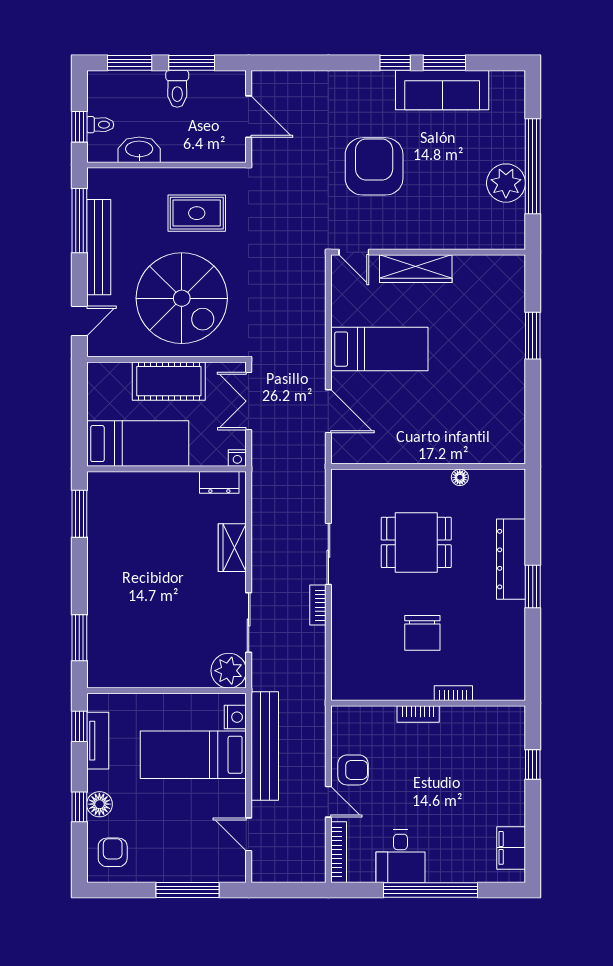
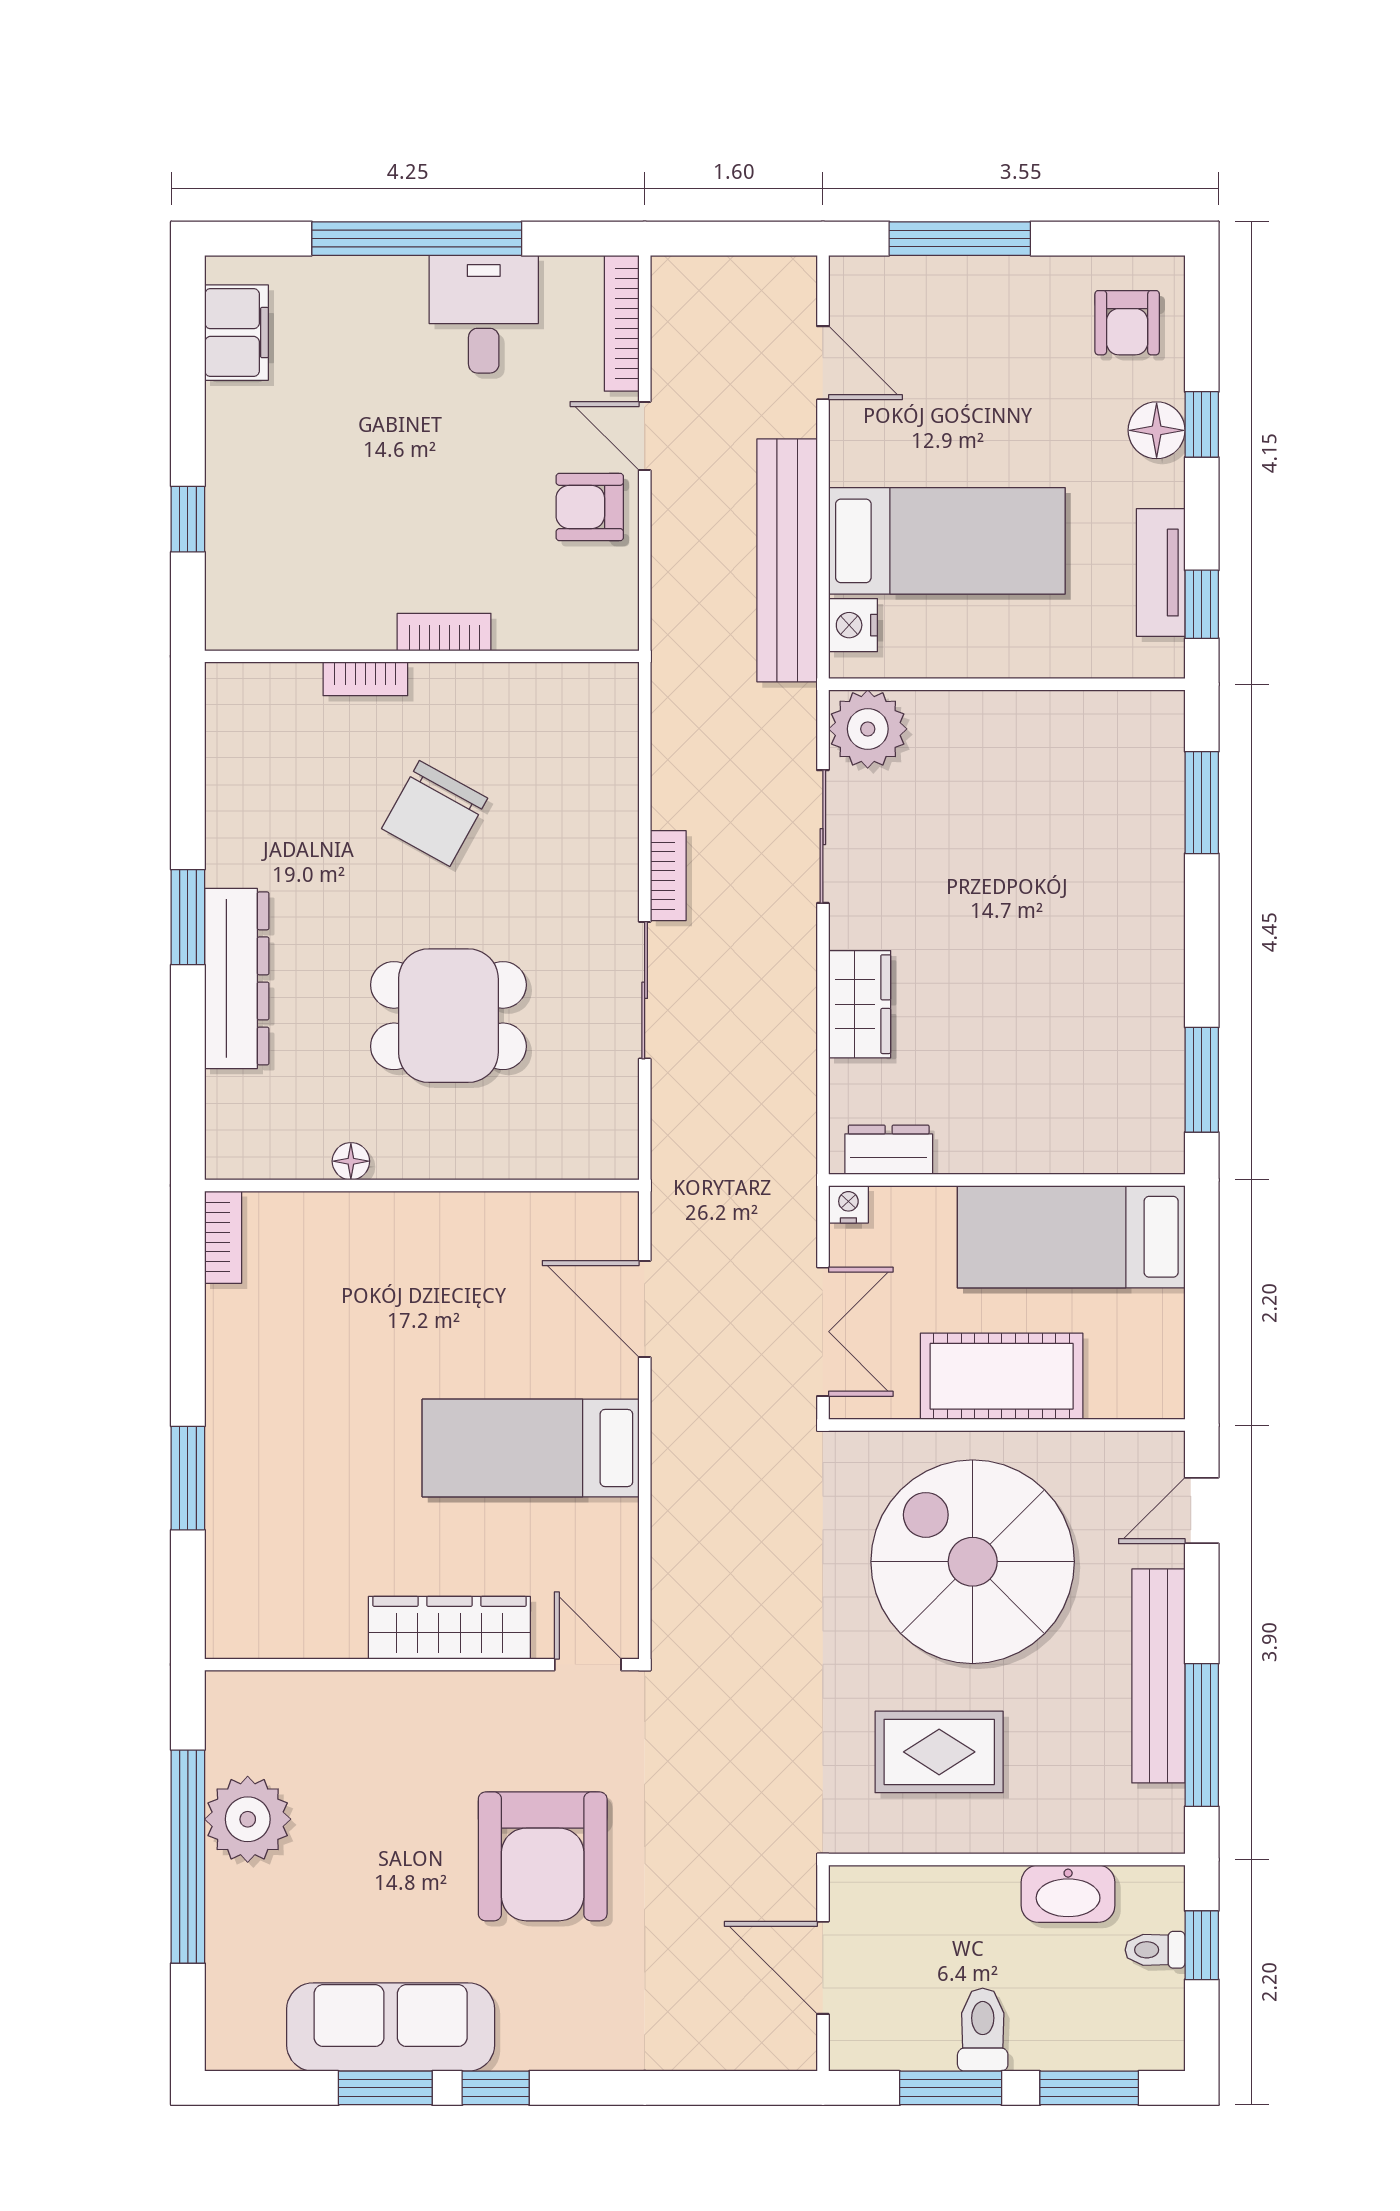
bookcase: (517, 443) -> (223, 1237), added
chair: (422, 633) -> (435, 813), turned -151

